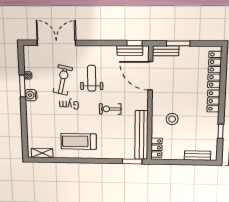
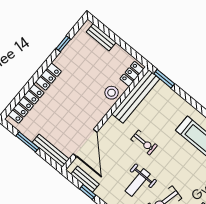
window: (135, 43) -> (88, 192), moved
window: (178, 43) -> (27, 142), moved
bench: (166, 51) -> (51, 151), width x1.36
stool: (172, 119) -> (112, 93), moved

